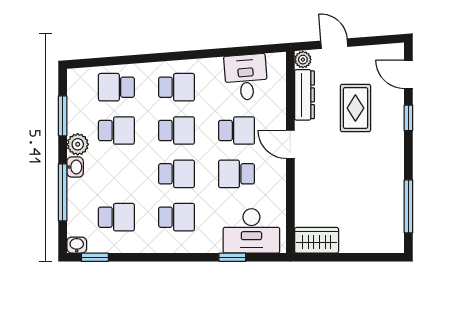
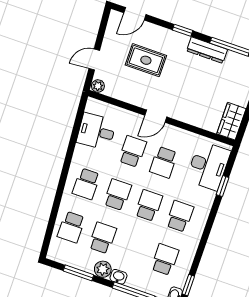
school desk: (176, 87) -> (86, 184), turned 180
dresser: (304, 95) -> (207, 50), moved, turned 180
window: (408, 118) -> (183, 30), moved

